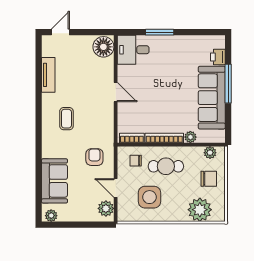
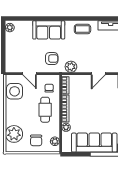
coffee table: (66, 119) -> (82, 29), moved
sofa: (54, 181) -> (49, 30), moved
door: (116, 188) -> (30, 74), swing flipped
side table: (150, 197) -> (15, 91), moved
plant: (106, 208) -> (71, 67), moved

